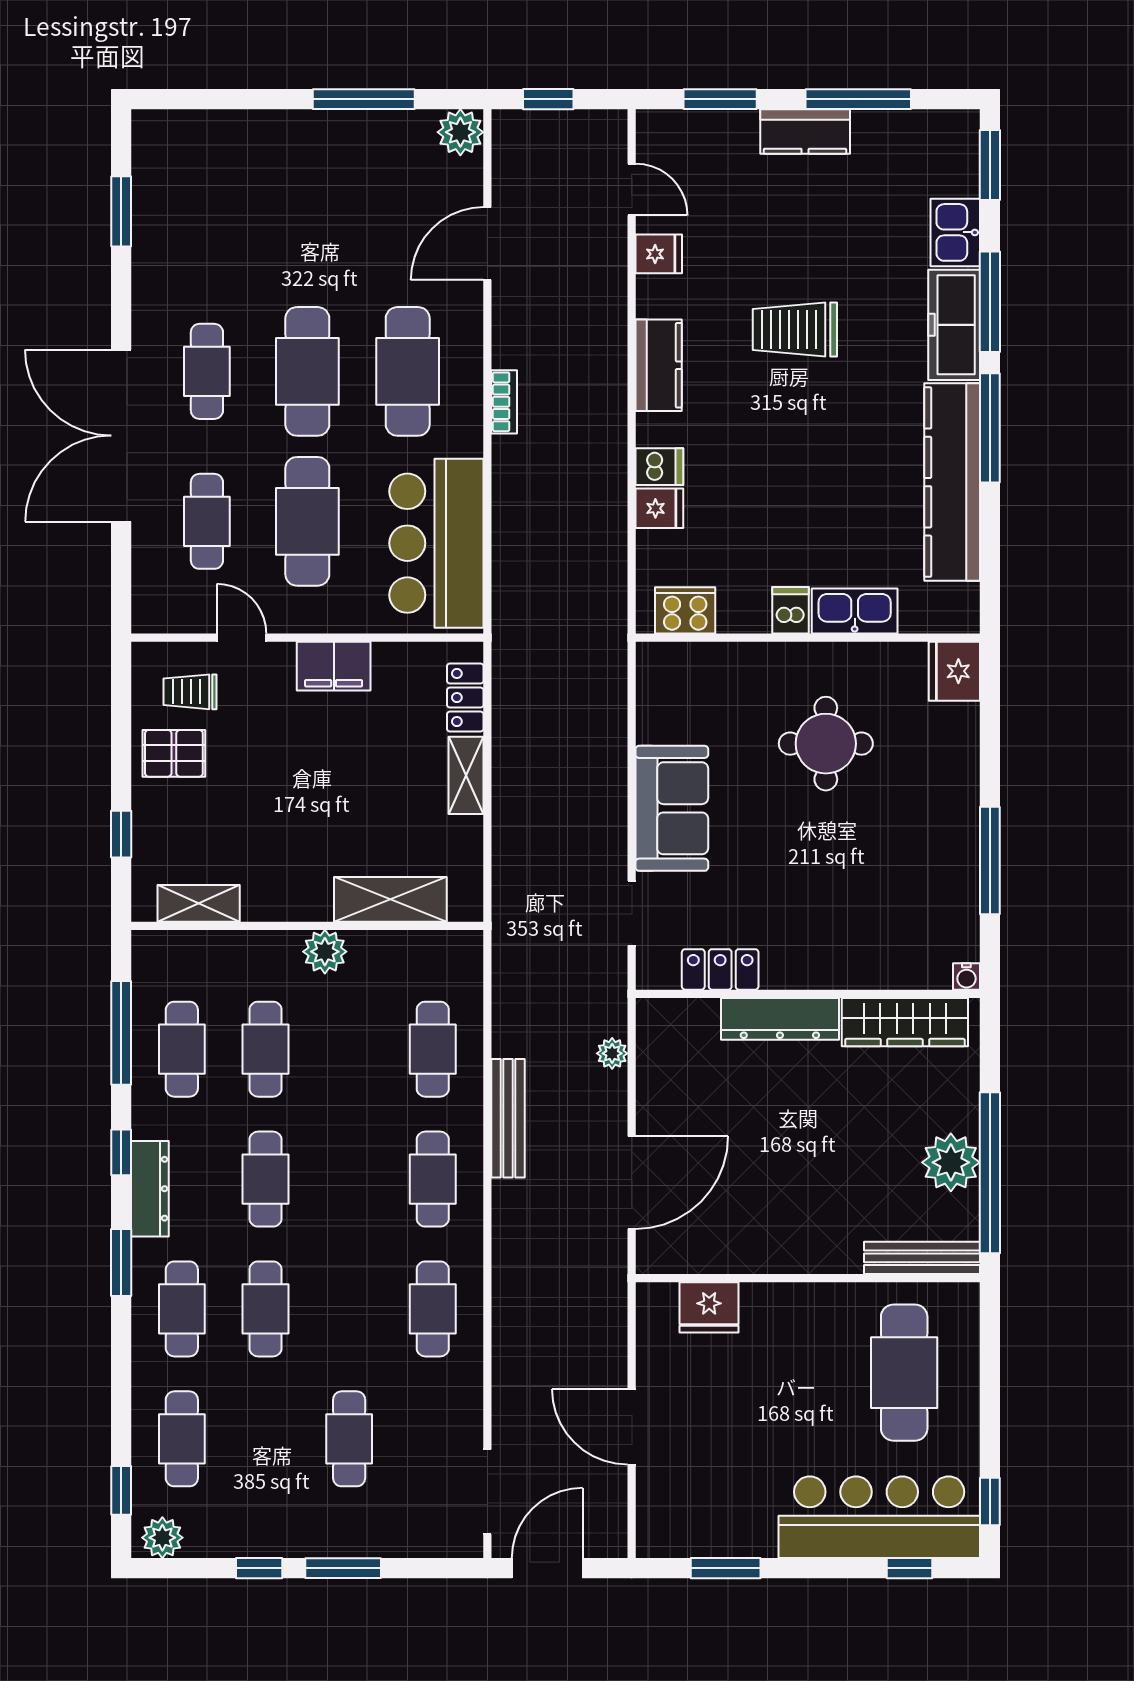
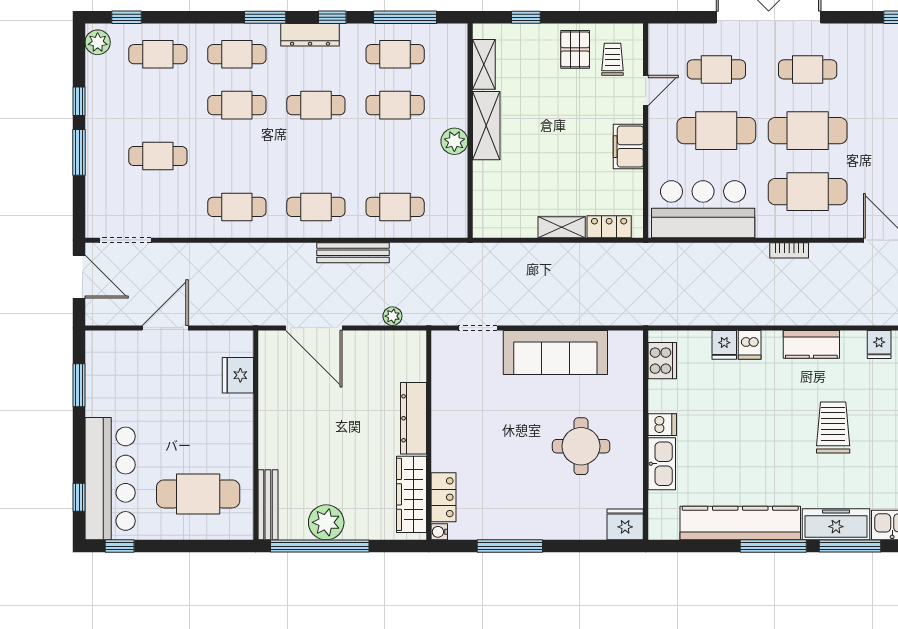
sofa: (672, 808) -> (555, 352), width x1.36
shelving: (390, 899) -> (486, 126), moved
locker: (720, 969) -> (444, 497), moved

